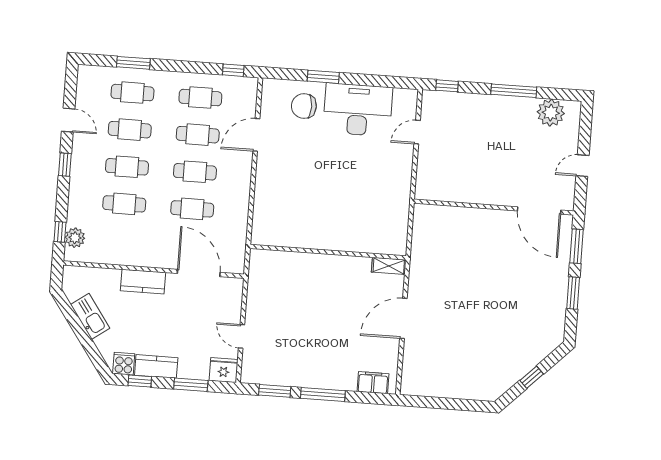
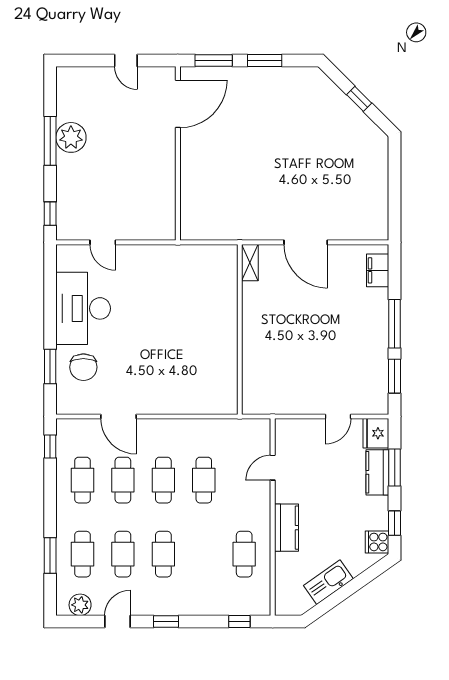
window: (323, 77) -> (50, 366), moved
plant: (551, 113) -> (71, 137), moved
cafe table: (124, 204) -> (244, 554), moved
plant: (75, 238) -> (80, 605), moved
door: (199, 273) -> (273, 468), width x0.53
kitchen counter: (156, 366) -> (377, 472), moved

